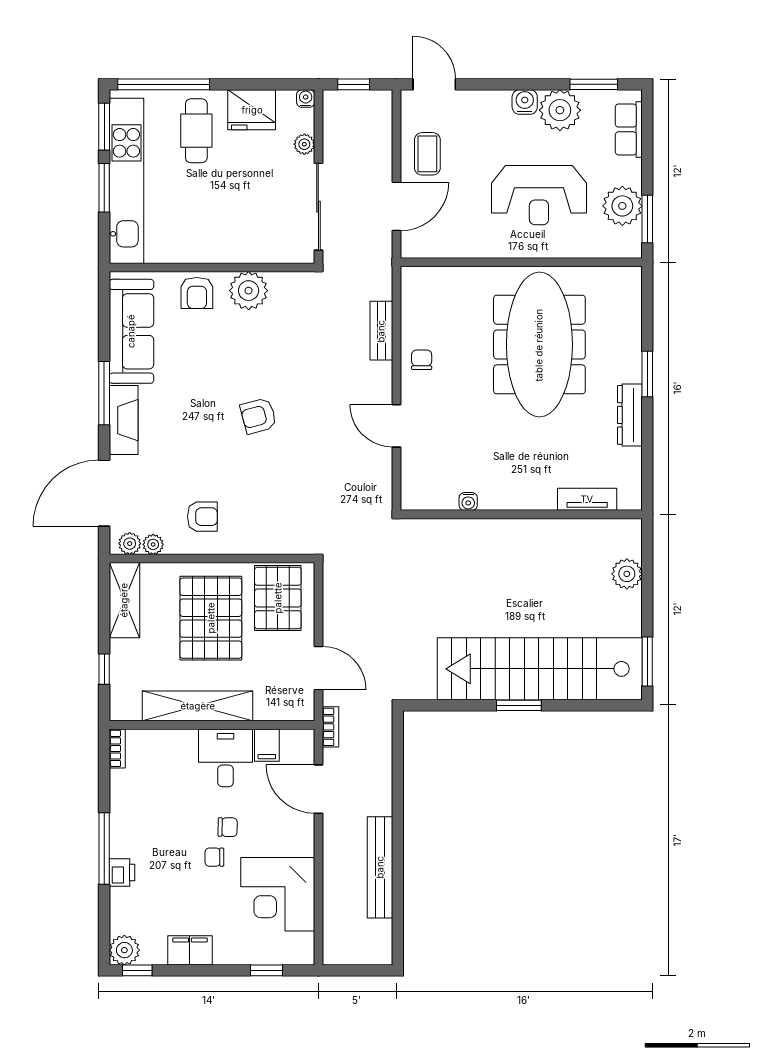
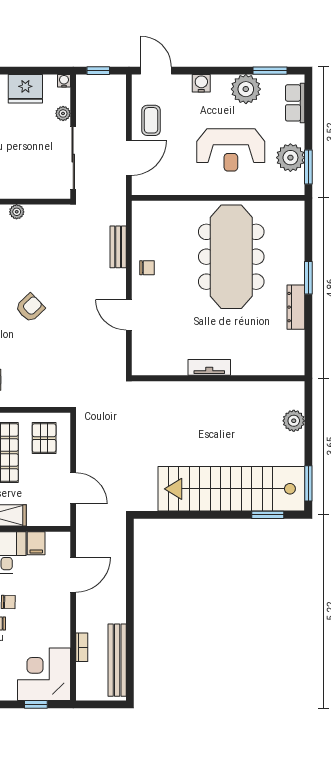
water cooler: (525, 102) -> (201, 83), moved
plant: (249, 291) -> (17, 212), width x0.53, depth x0.53
chair: (422, 360) -> (147, 268), turned 90
armchair: (258, 416) -> (30, 308), turned 151
tv unit: (587, 499) -> (209, 367), moved
water cooler: (468, 501) -> (180, 369), removed
pallet: (278, 598) -> (44, 438), width x0.67, depth x0.71
window: (519, 705) -> (268, 515), moved
bookcase: (330, 727) -> (82, 647), moved
door: (318, 789) -> (73, 575), swing flipped
bench: (380, 867) -> (117, 660), moved
corner desk: (278, 894) -> (44, 674), moved, turned 90

